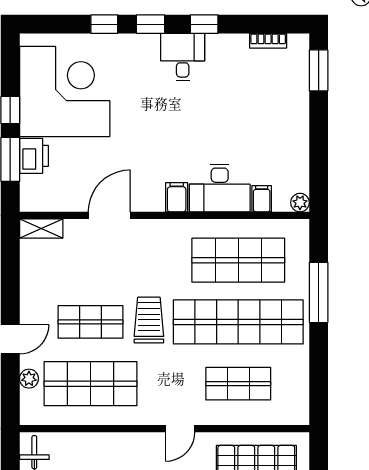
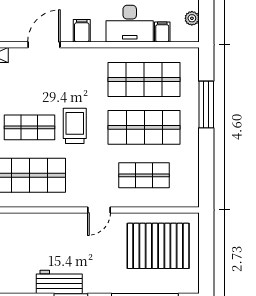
filing cabinet: (177, 197) -> (82, 31), moved
plant: (300, 203) -> (192, 18), moved
shop shelf: (238, 322) -> (144, 127), width x0.71

